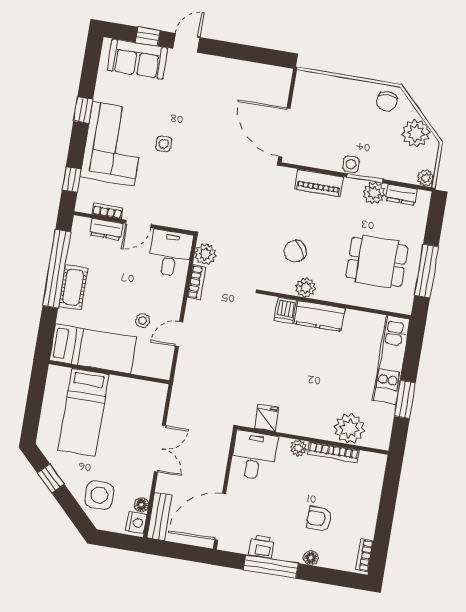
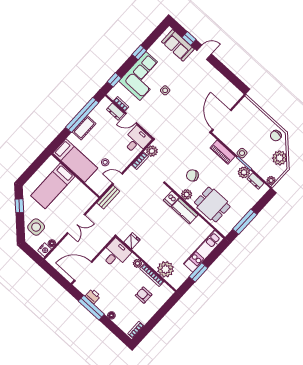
dining table: (377, 262) -> (212, 205), moved
bench: (159, 516) -> (108, 197), moved
armchair: (319, 519) -> (144, 295), moved

